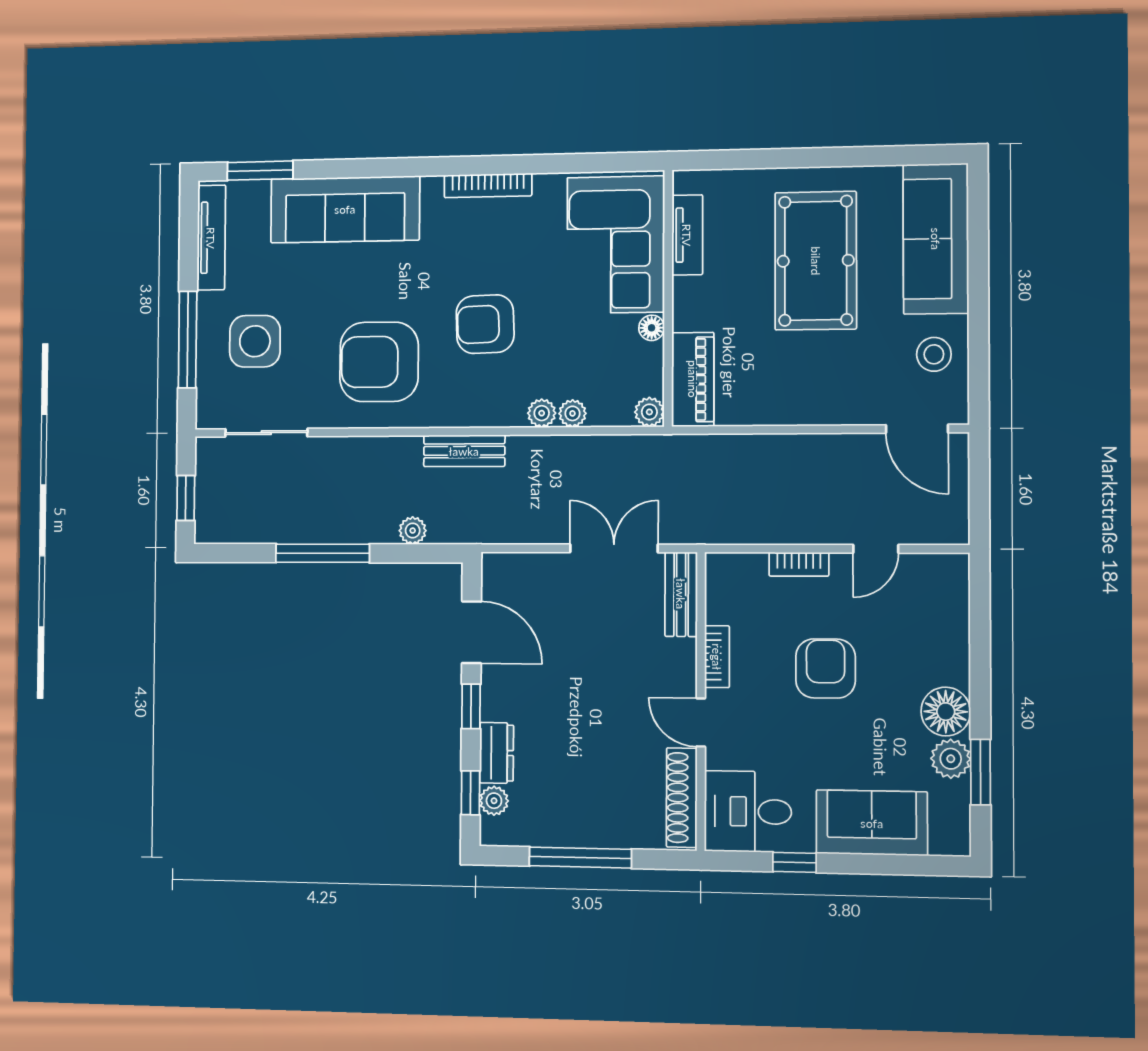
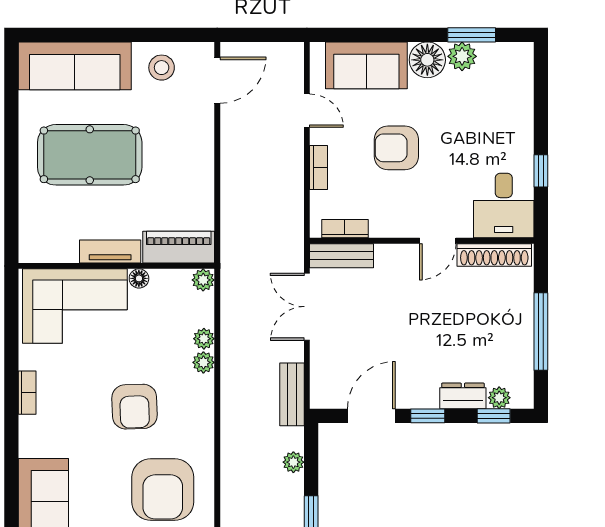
bookcase: (488, 185) -> (27, 393), width x0.64
tv unit: (687, 235) -> (110, 251), moved
bench: (464, 451) -> (292, 394), moved
bookcase: (717, 657) -> (345, 229), moved
sofa: (872, 823) -> (366, 65), moved, turned -90

